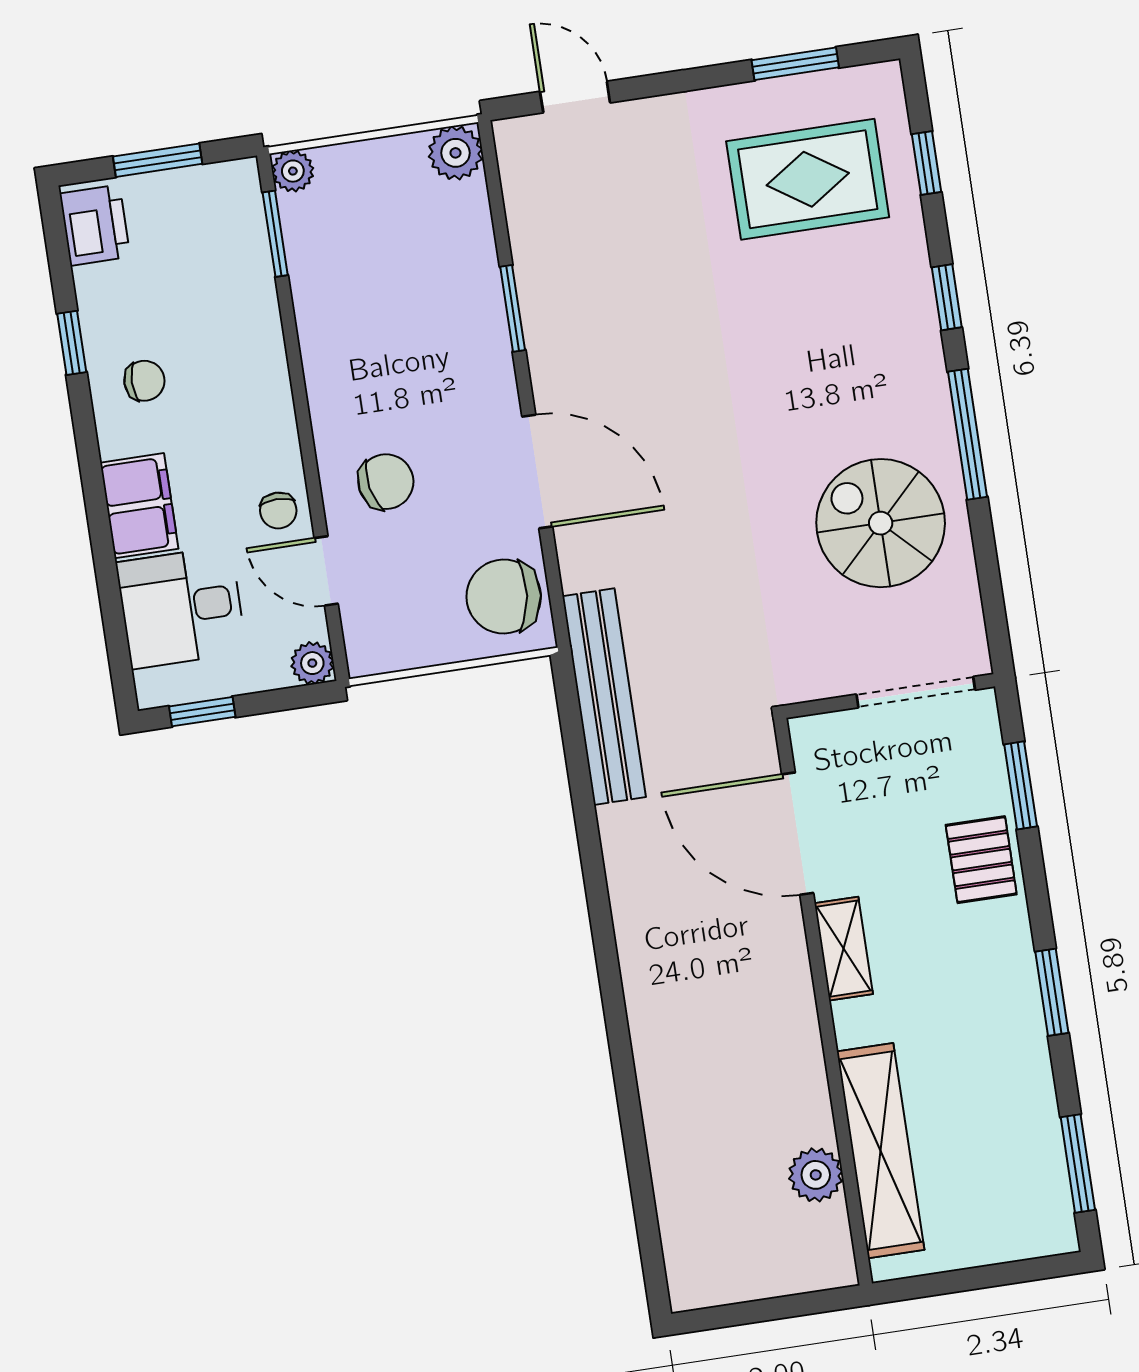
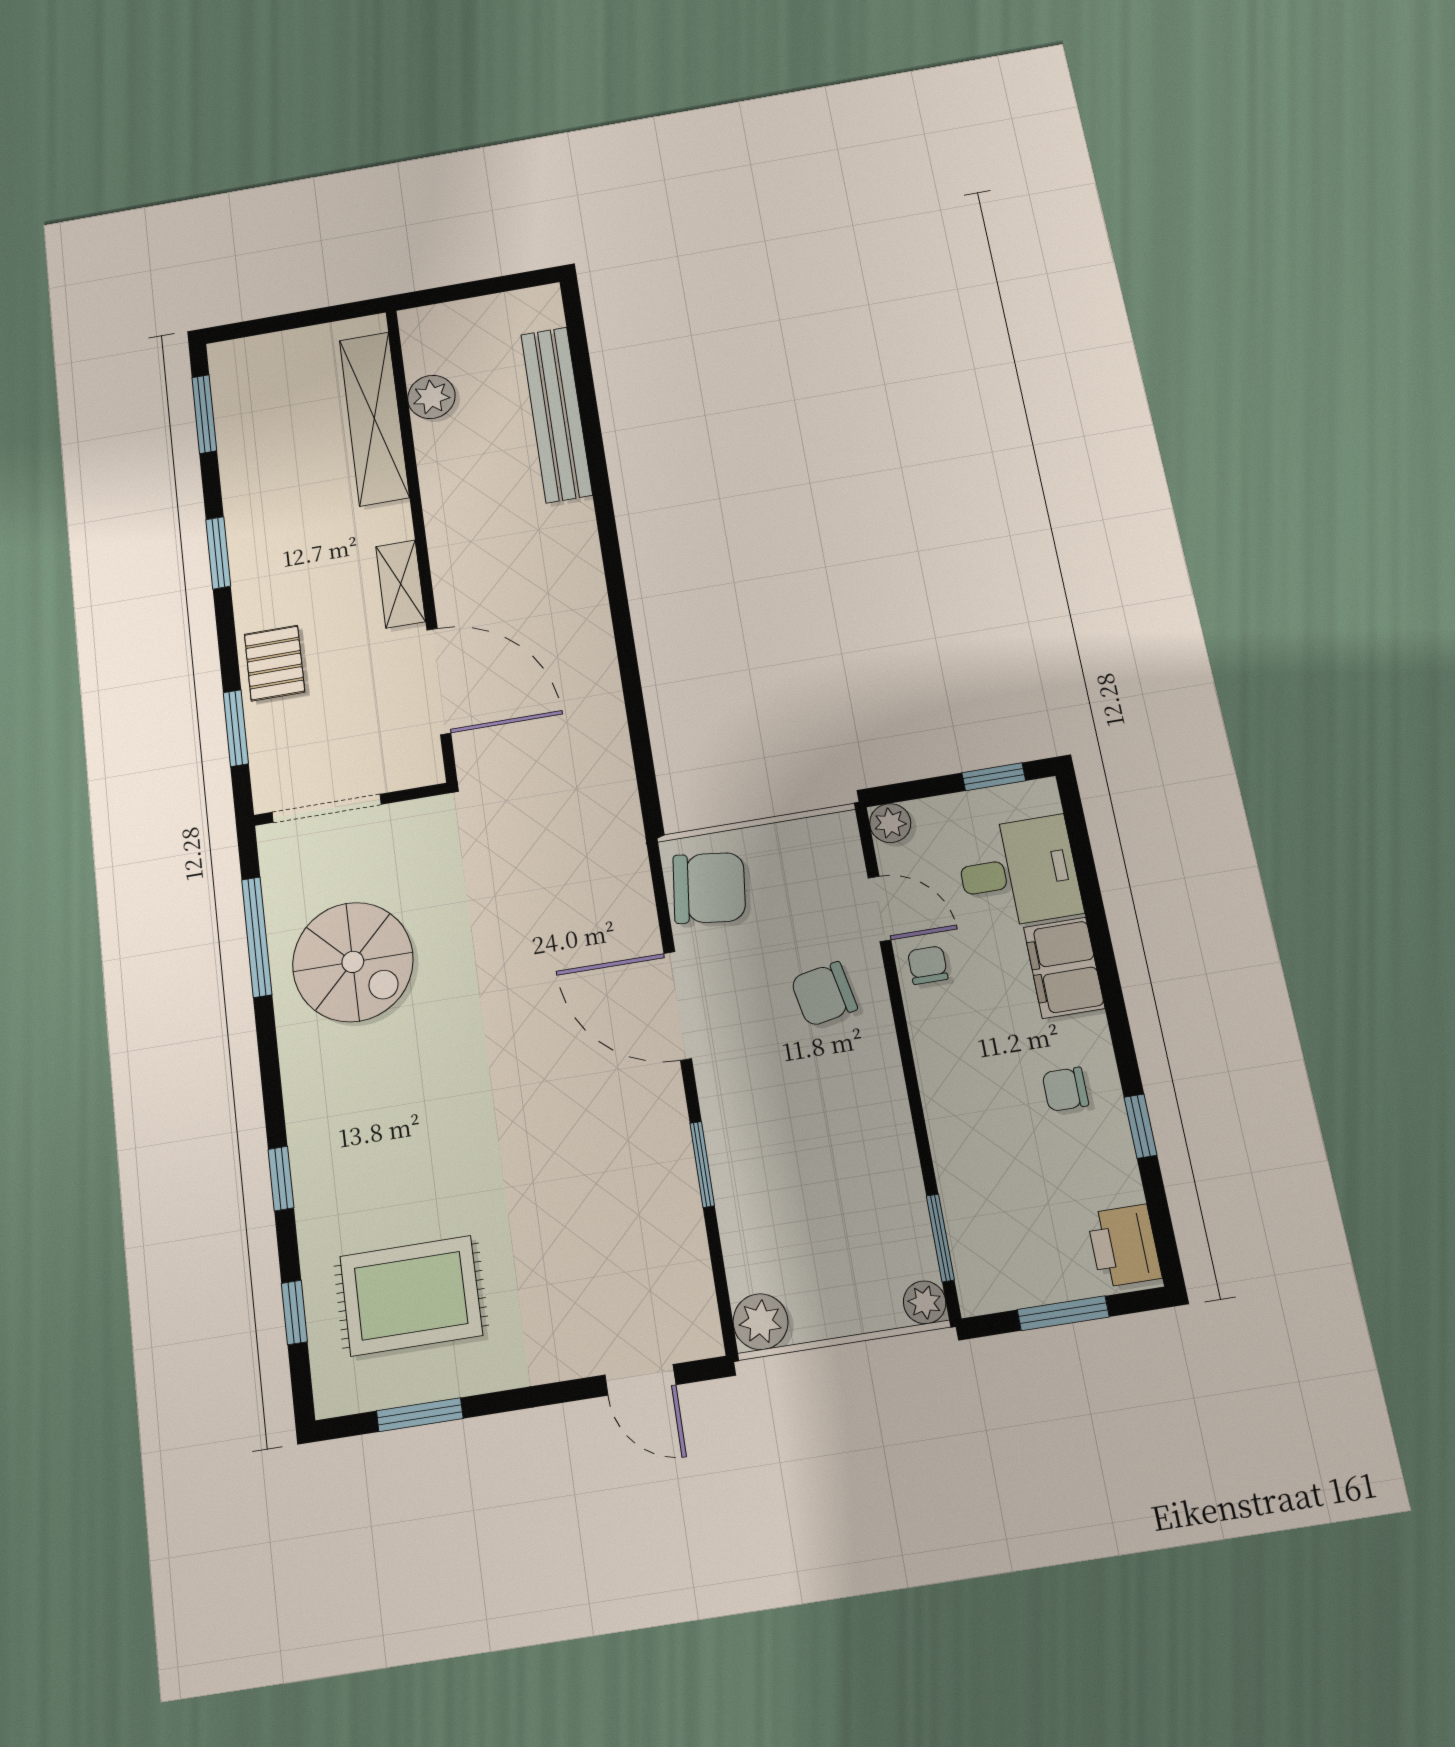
window: (967, 434) -> (257, 937), moved
bench: (604, 697) -> (556, 414), moved

